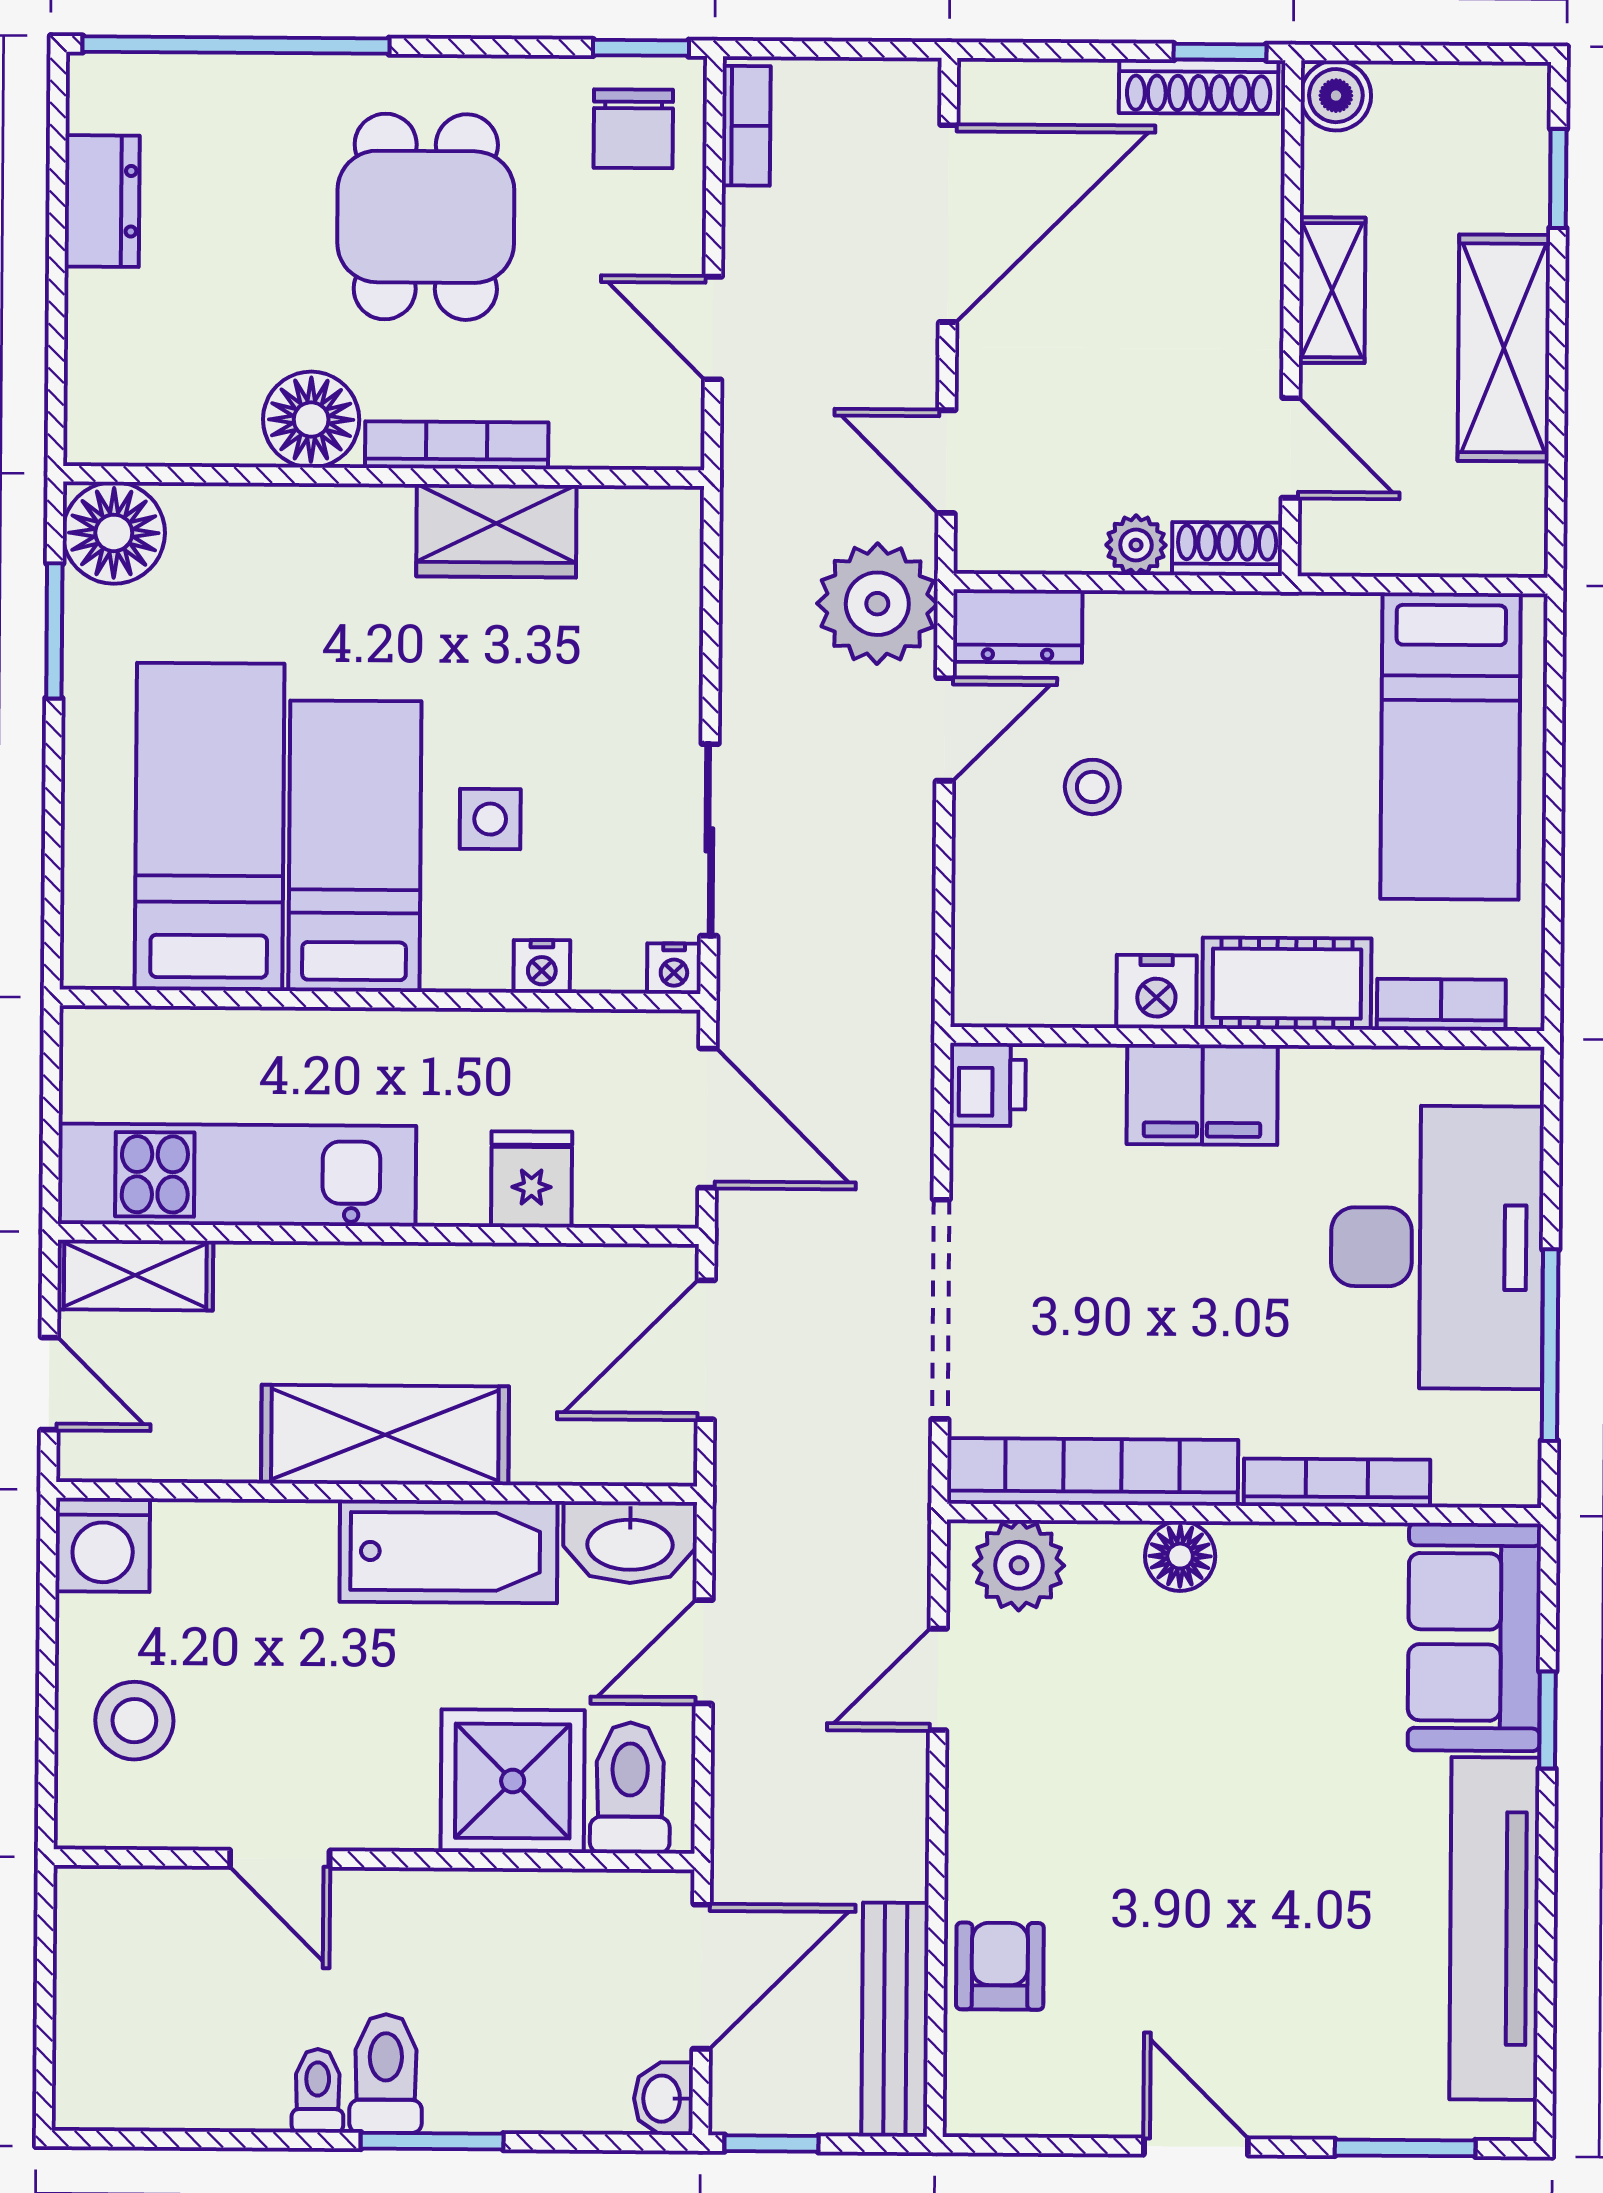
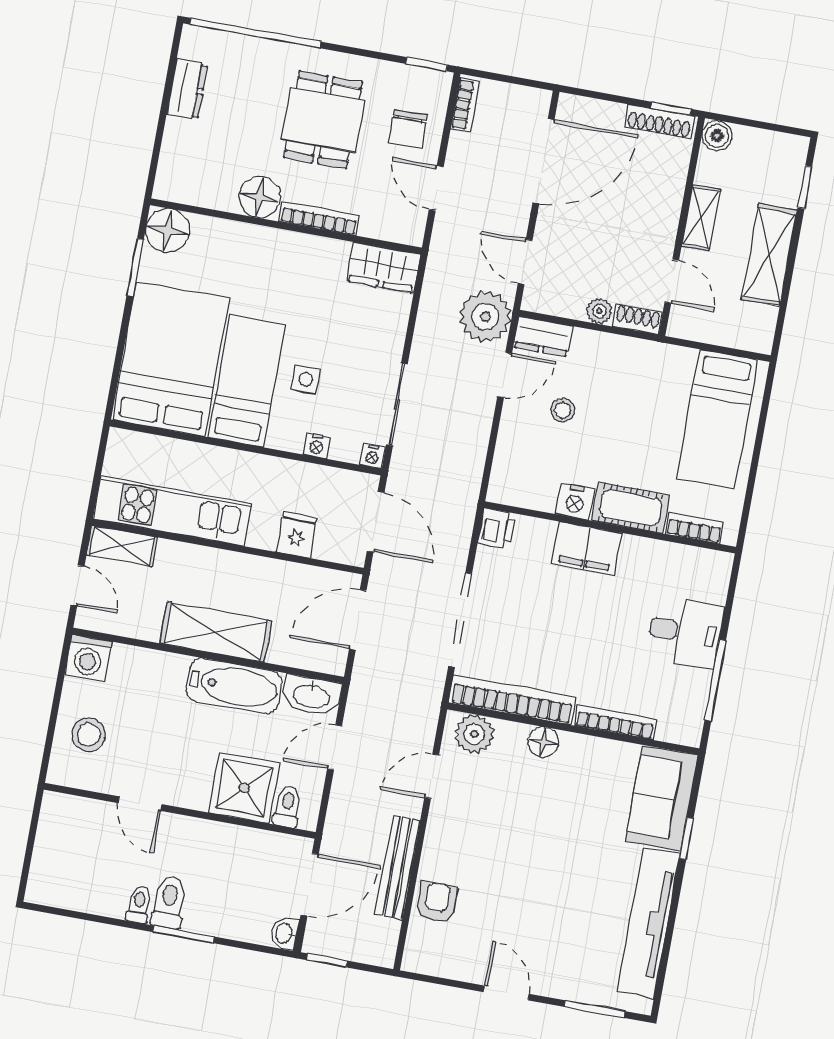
chair: (633, 129) -> (408, 129), moved
wardrobe: (496, 531) -> (384, 268), moved
bed: (210, 827) -> (171, 359), width x1.50
desk: (1437, 1247) -> (685, 632), width x0.53, depth x0.77
toilet: (630, 1788) -> (287, 806), width x0.73, depth x0.72
bench: (895, 2020) -> (397, 867), moved

